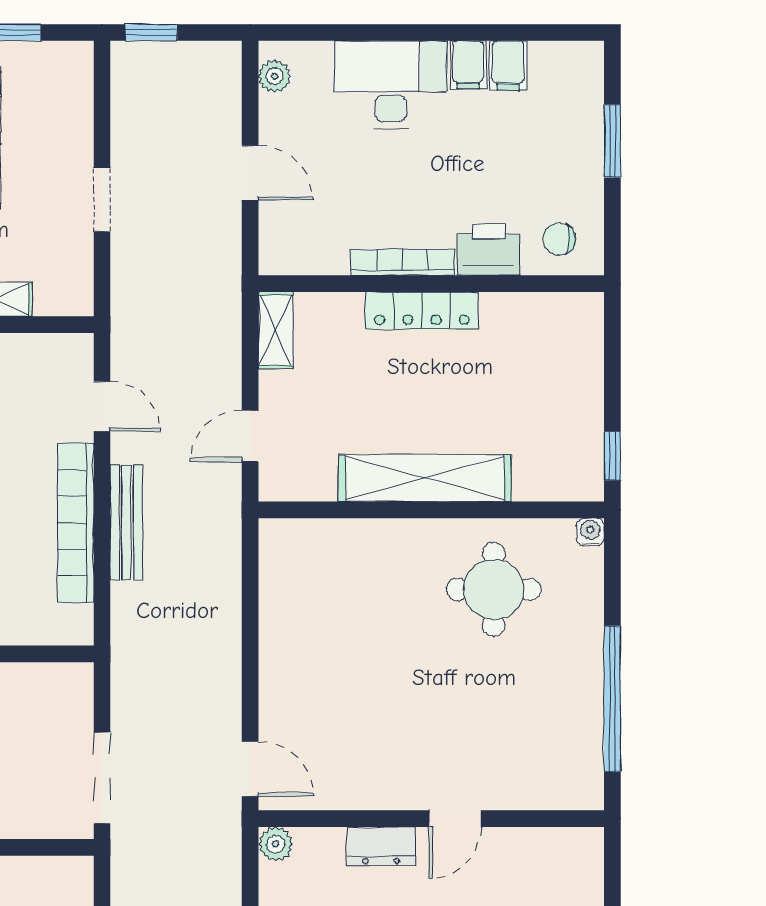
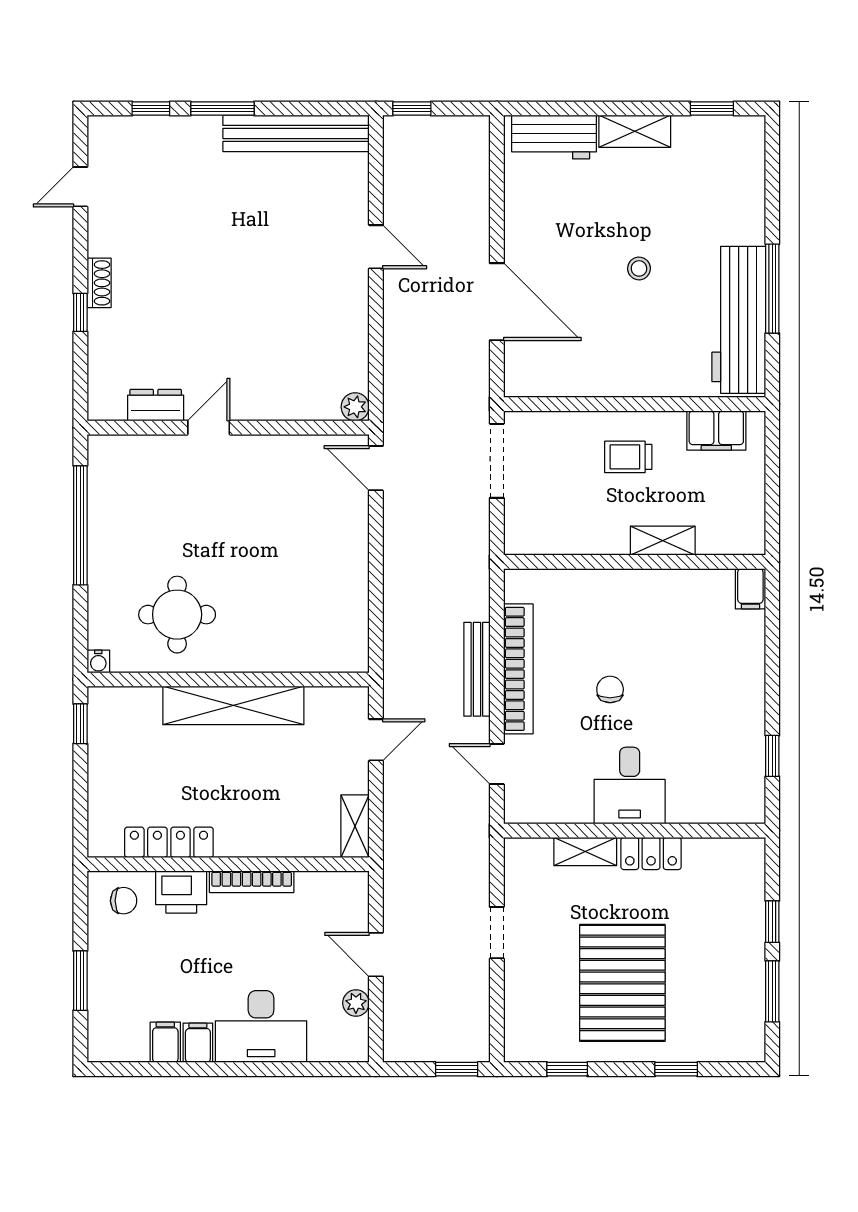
plant: (275, 76) -> (356, 1003), moved
locker: (422, 310) -> (169, 842), moved
dresser: (381, 846) -> (156, 405), moved

